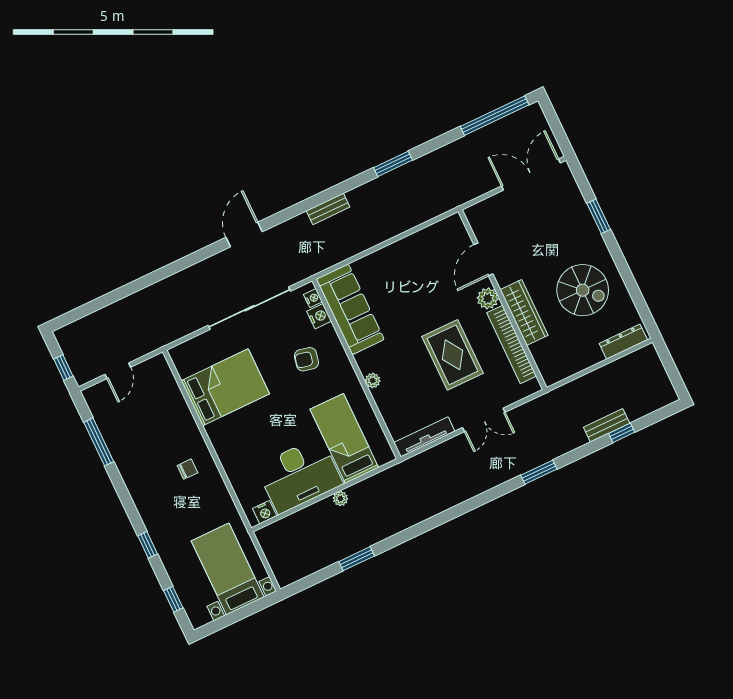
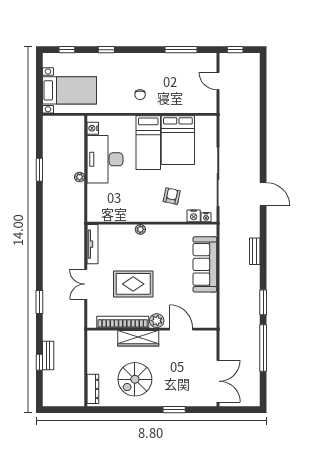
window: (495, 116) -> (263, 348), moved
sofa: (350, 309) -> (205, 264), moved, turned 90
bed: (344, 438) -> (148, 143), moved, turned 90

